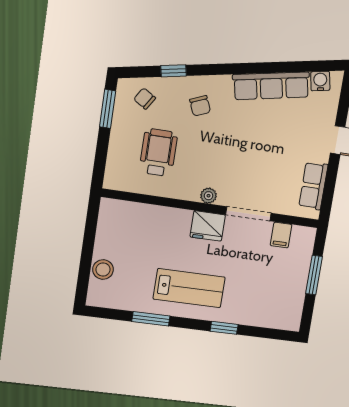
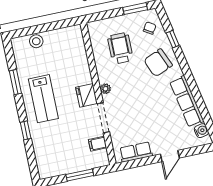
chair: (200, 106) -> (158, 63), width x1.87, depth x1.87
wheelchair: (158, 153) -> (120, 48), turned -90

